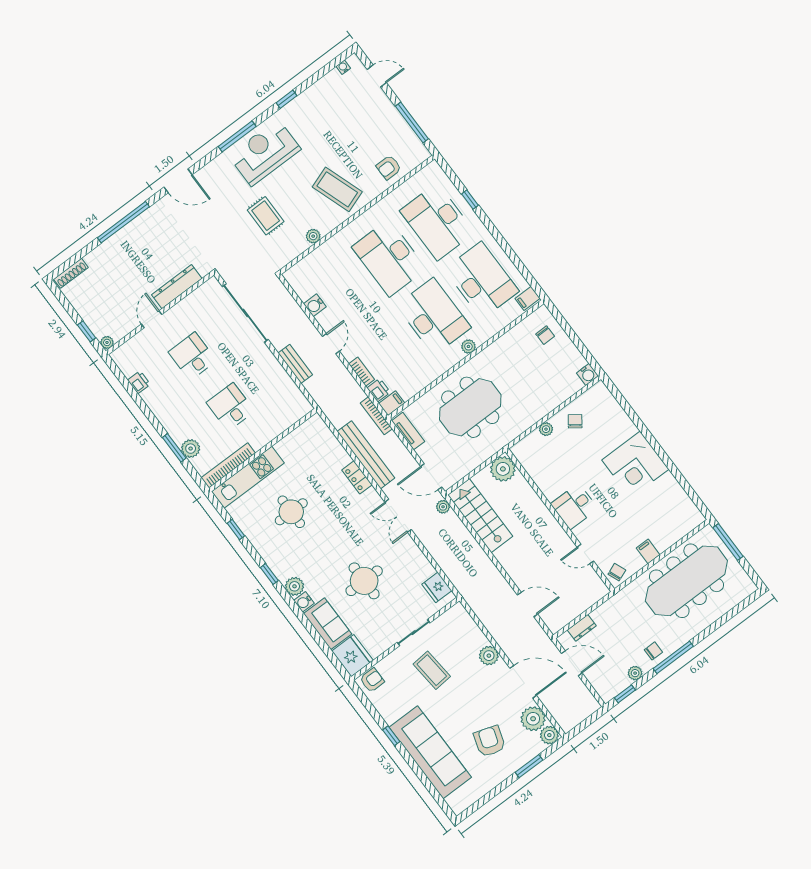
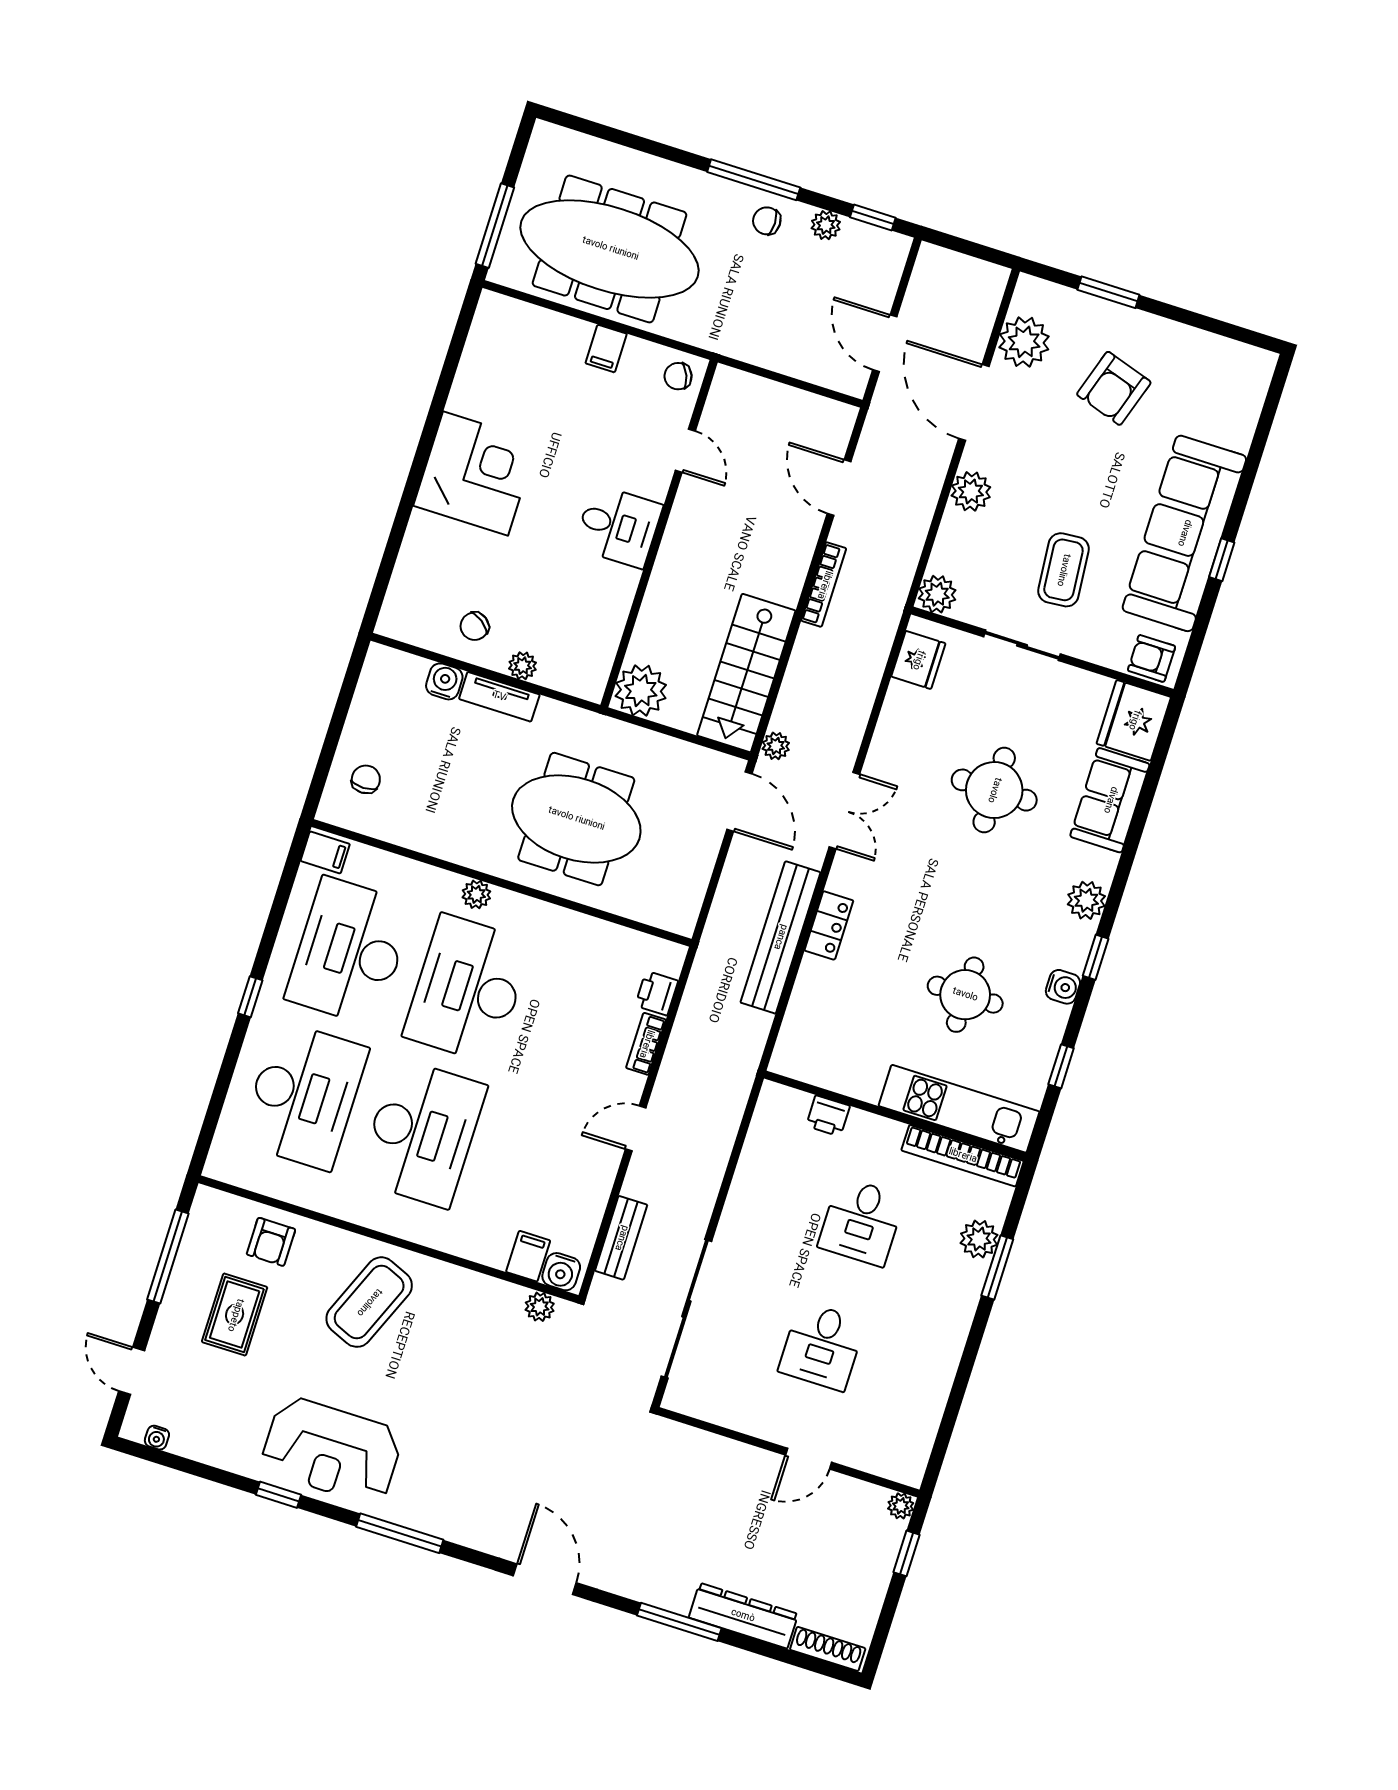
reception desk: (265, 153) -> (332, 1451), moved
armchair: (389, 167) -> (271, 1242), turned 90
coffee table: (337, 189) -> (369, 1302), turned 42
window: (470, 200) -> (250, 997), moved
rug: (266, 216) -> (235, 1315), moved
window: (123, 222) -> (679, 1622), width x0.68
plant: (313, 236) -> (540, 1307), moved
dresser: (177, 287) -> (743, 1616), moved, turned 180
water cooler: (315, 305) -> (561, 1272), moved, turned 90
bench: (295, 364) -> (621, 1238), moved
water cooler: (588, 374) -> (444, 681), moved
printer: (139, 382) -> (828, 1116), moved, turned -90
filing cabinet: (392, 403) -> (528, 1256), moved, turned 90
bookcase: (376, 416) -> (824, 585), moved
tv unit: (408, 431) -> (499, 697), moved, turned -90
water cooler: (304, 602) -> (1063, 987), moved
dresser: (582, 628) -> (814, 369), removed
plant: (549, 735) -> (937, 594), moved
sofa: (430, 752) -> (1184, 533), moved

